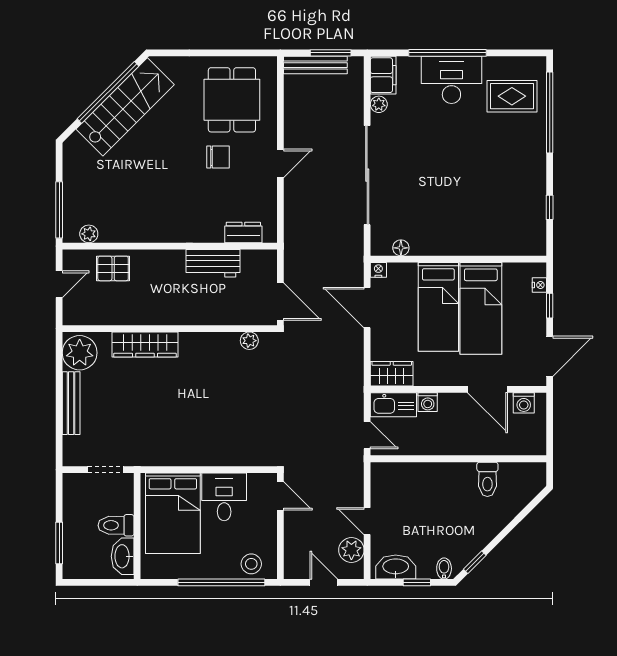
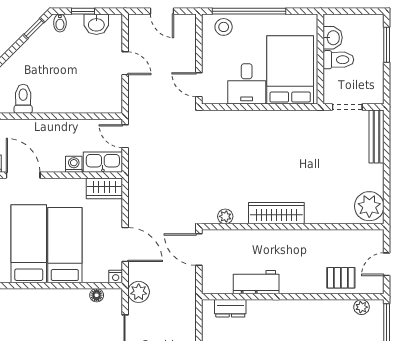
wardrobe: (145, 344) -> (276, 213), moved
bench: (71, 403) -> (377, 136), moved
plant: (351, 550) -> (139, 292), moved
washbasin: (123, 556) -> (333, 38), width x0.72
washbasin: (396, 567) -> (96, 24), width x0.72

